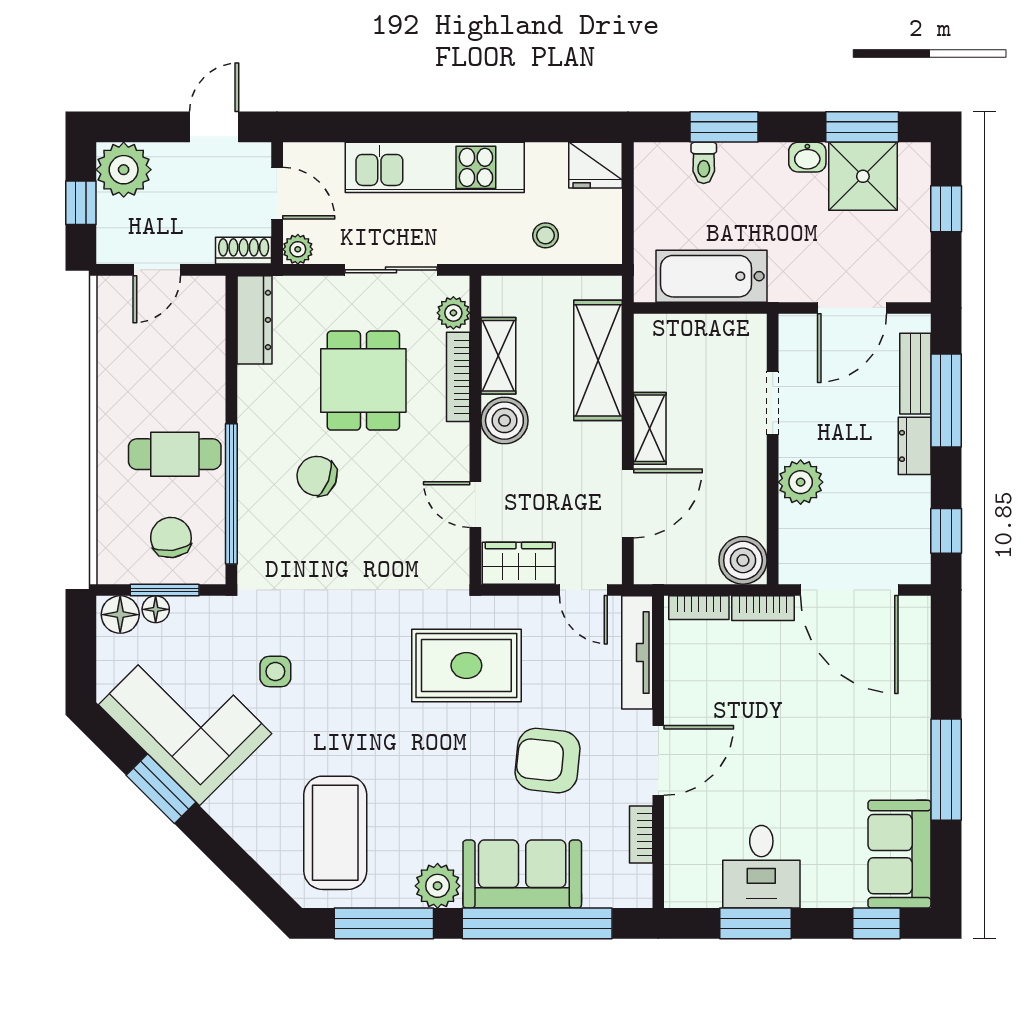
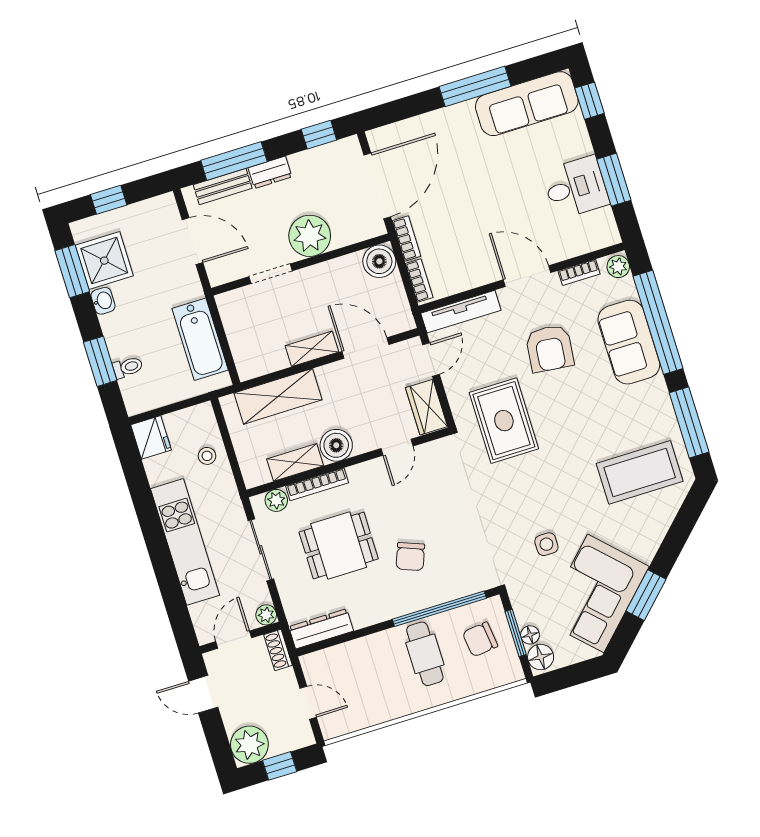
plant: (801, 482) -> (310, 236), width x1.36, depth x1.36
sofa: (899, 854) -> (527, 104), width x1.36
plant: (438, 886) -> (618, 267), moved, width x0.73, depth x0.73

